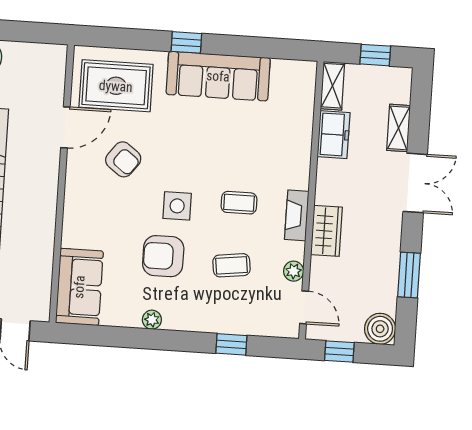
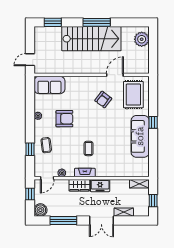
door: (65, 127) -> (115, 75), swing flipped
freezer: (334, 135) -> (100, 186), moved
side table: (177, 206) -> (86, 123), removed
armchair: (163, 256) -> (64, 119), turned 90
coffee table: (232, 265) -> (46, 145), moved
window: (409, 275) -> (63, 221), width x1.44

